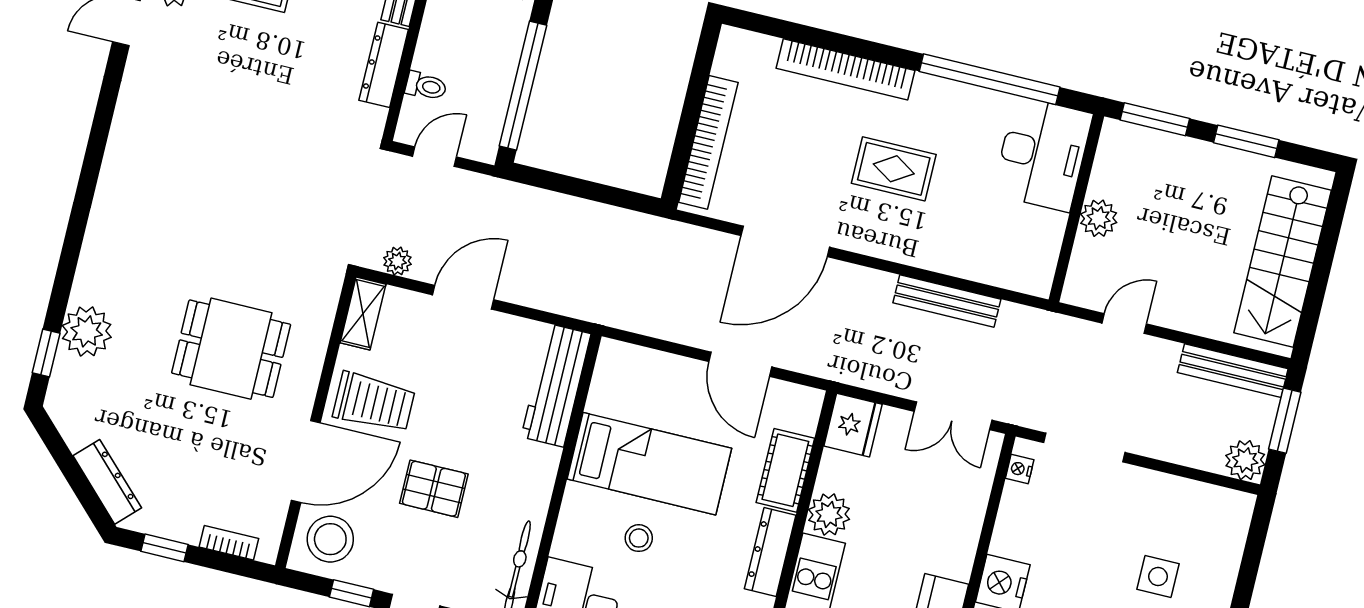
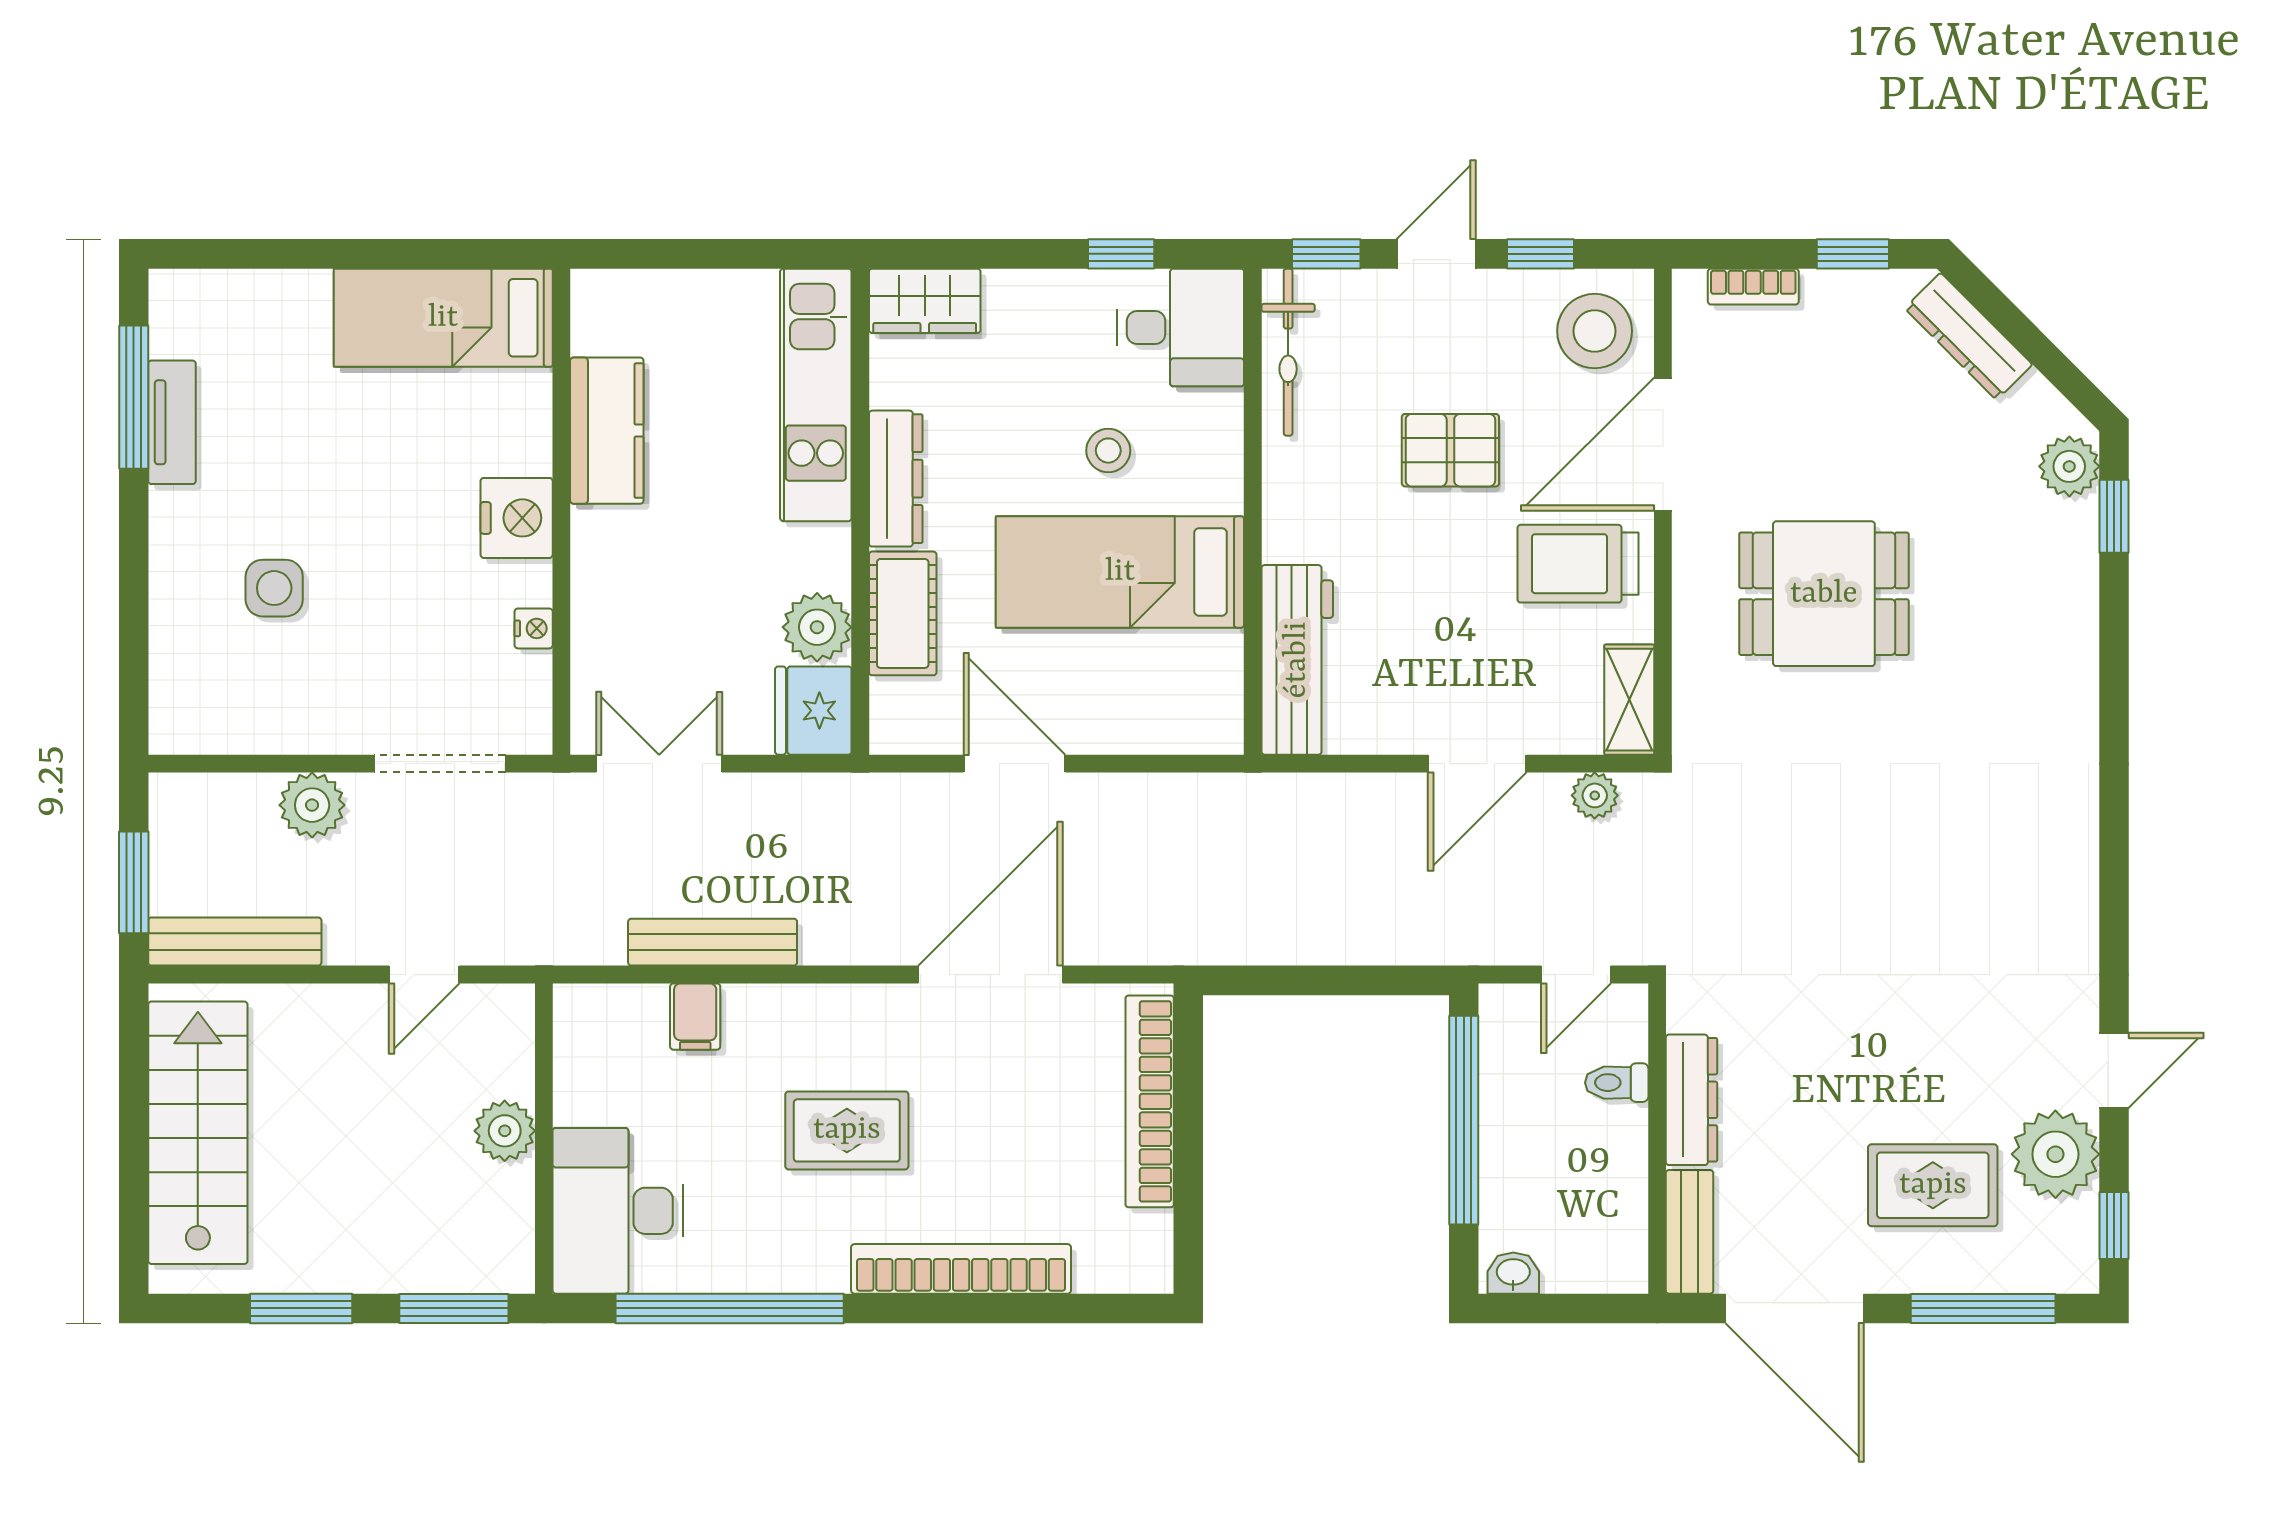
filing cabinet: (968, 259) -> (695, 1017), added
plant: (87, 331) -> (2069, 466), moved, width x0.73, depth x0.73
plant: (1245, 460) -> (312, 805), moved
nightstand: (1020, 469) -> (534, 628), moved
plant: (829, 514) -> (817, 627), moved

